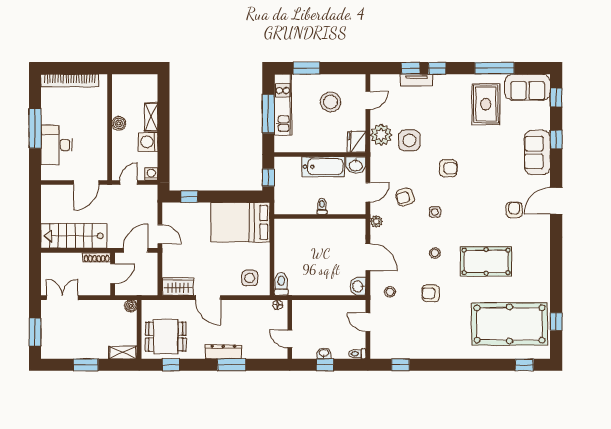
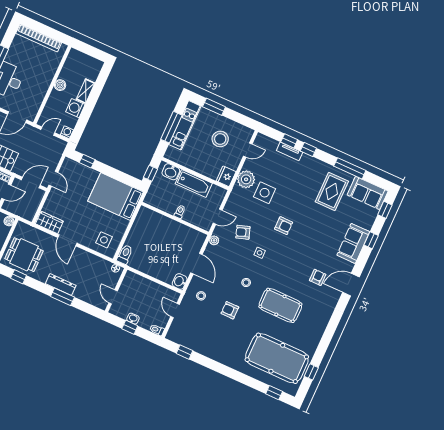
washbasin: (356, 165) -> (171, 172), moved

